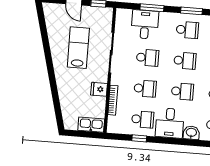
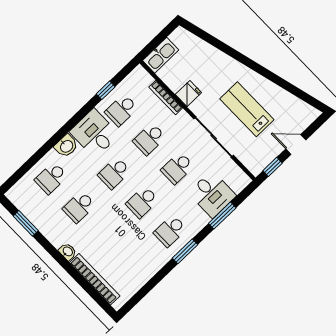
lab bench: (78, 48) -> (247, 109), turned 180

